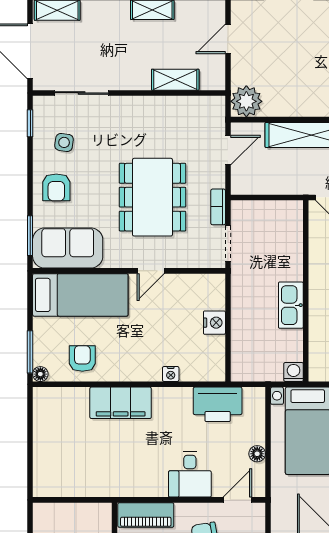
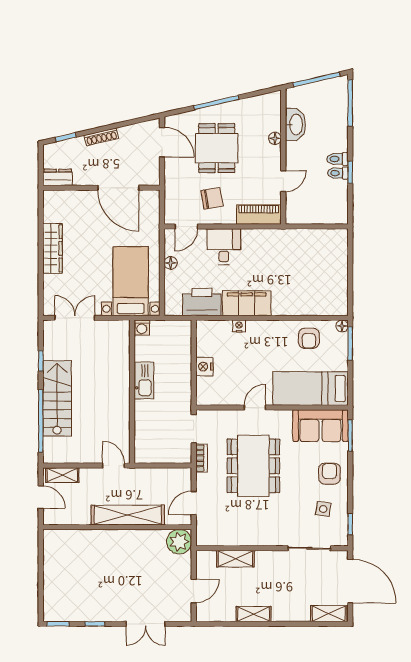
filing cabinet: (121, 403) -> (247, 303), moved

